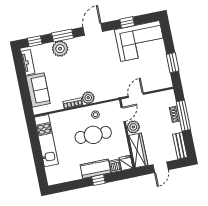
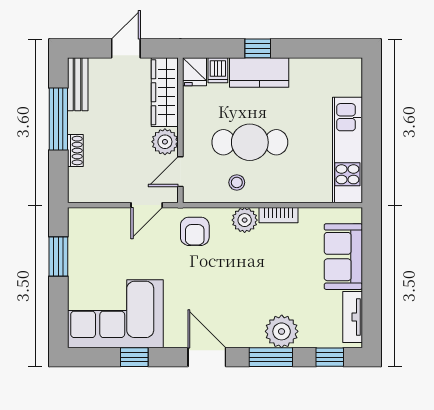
door: (93, 29) -> (207, 357), swing flipped
armchair: (111, 88) -> (195, 231), added
window: (183, 116) -> (58, 119), moved

